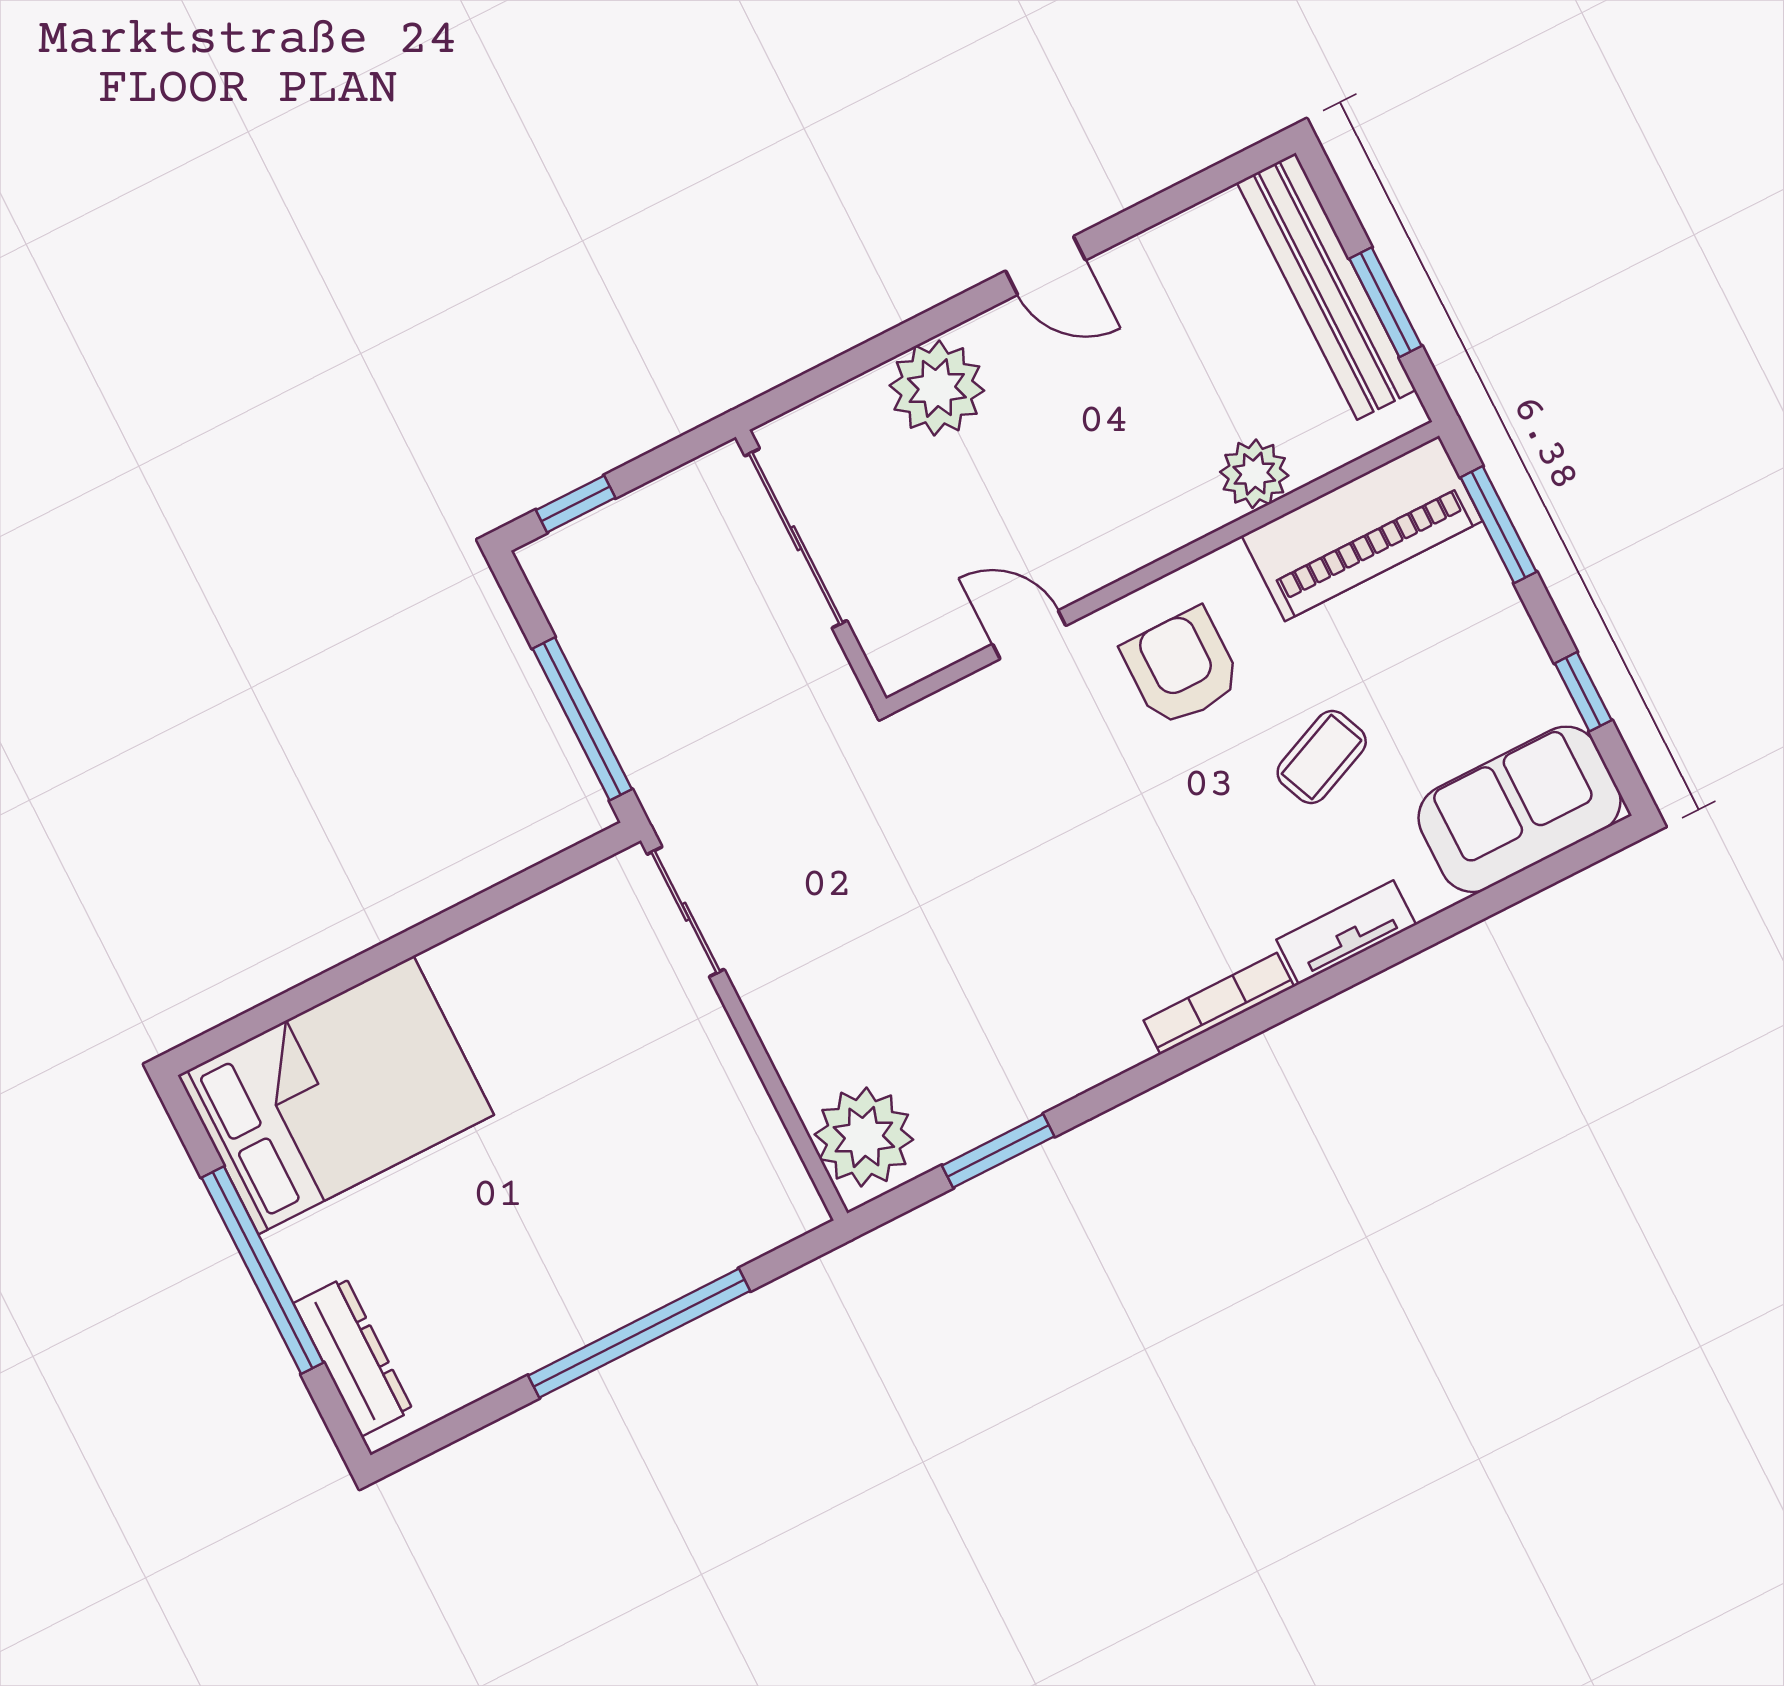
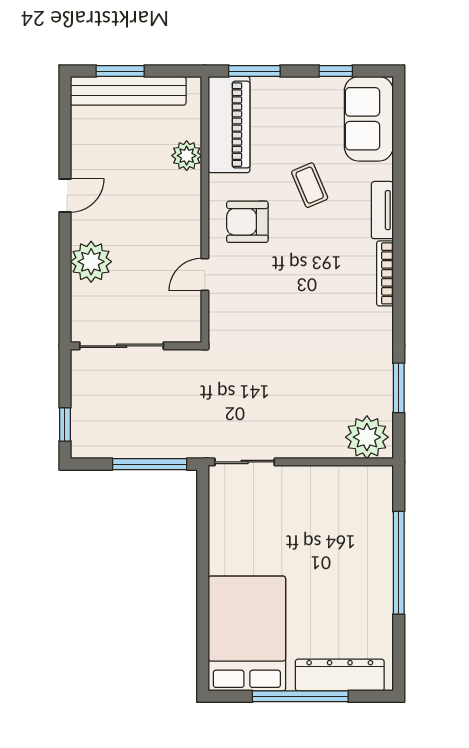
window: (1386, 302) -> (120, 71), moved
dresser: (353, 1357) -> (340, 675), width x1.37, depth x1.24

